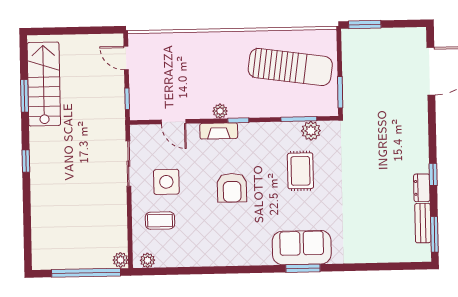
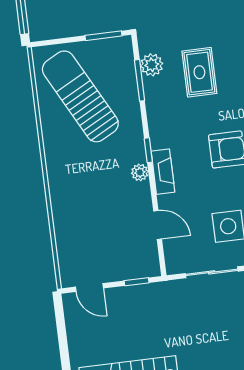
door: (126, 58) -> (90, 288), hinge flipped
sun lounger: (290, 67) -> (80, 96), turned -36
door: (174, 122) -> (158, 225), hinge flipped
rug: (300, 171) -> (199, 72), turned 90

